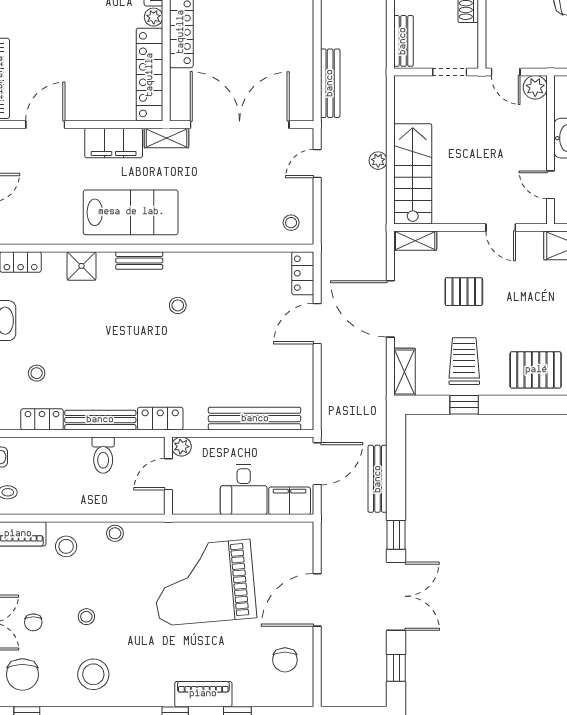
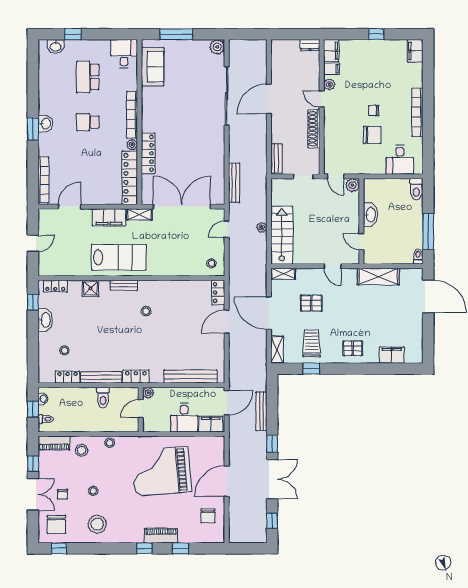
pallet: (536, 370) -> (353, 348), width x0.67, depth x0.71

